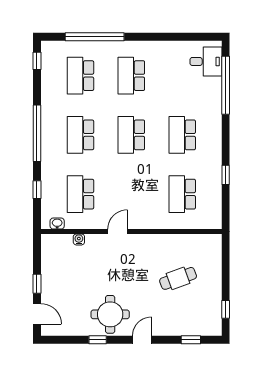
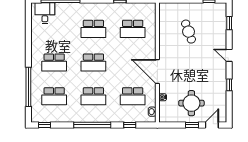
door: (118, 232) -> (157, 72), width x1.87
round table: (110, 314) -> (191, 103), moved

